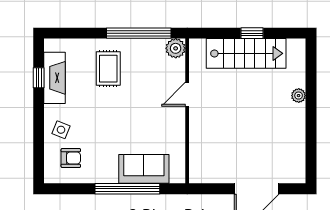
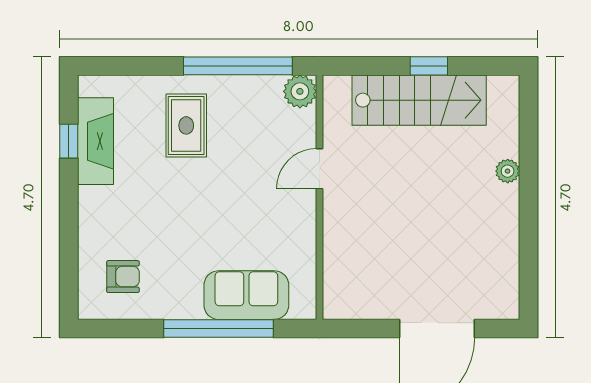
side table: (61, 130) -> (106, 229), removed

